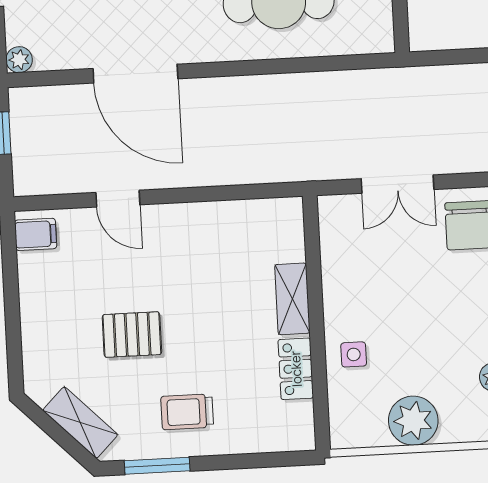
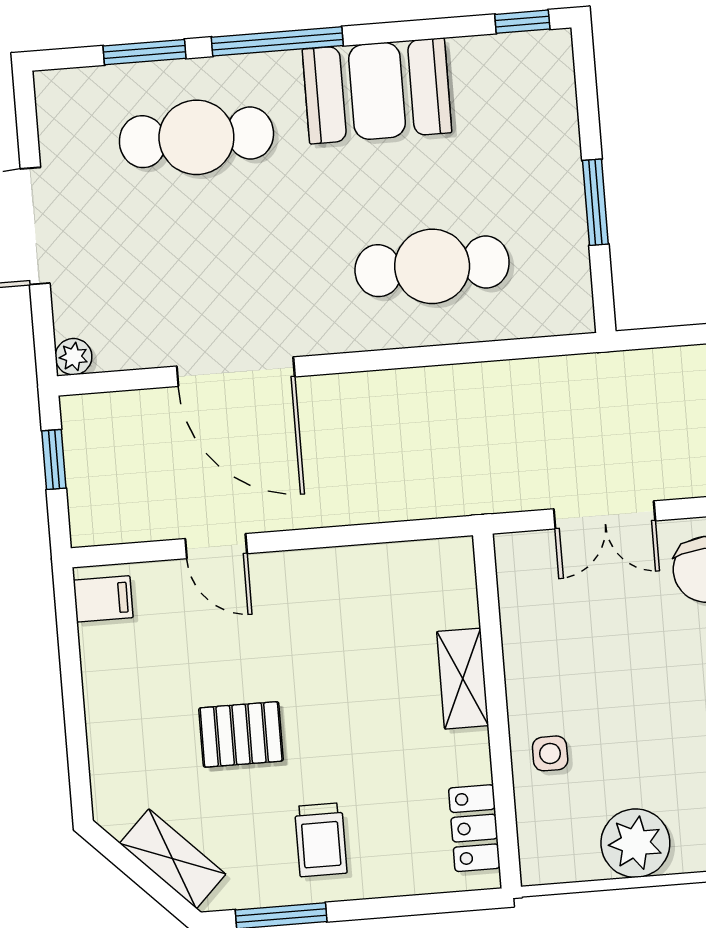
locker: (296, 369) -> (474, 828), moved
trolley: (187, 412) -> (321, 840), turned -90

